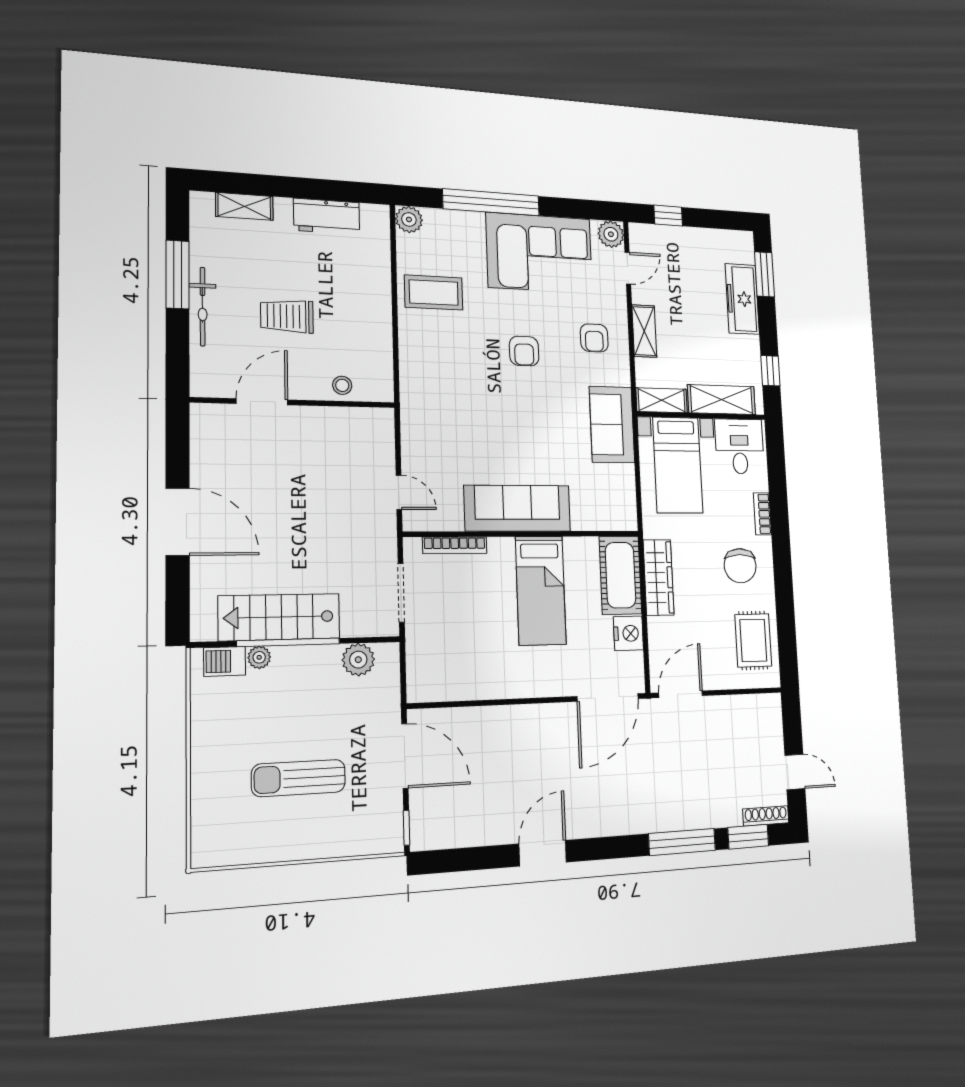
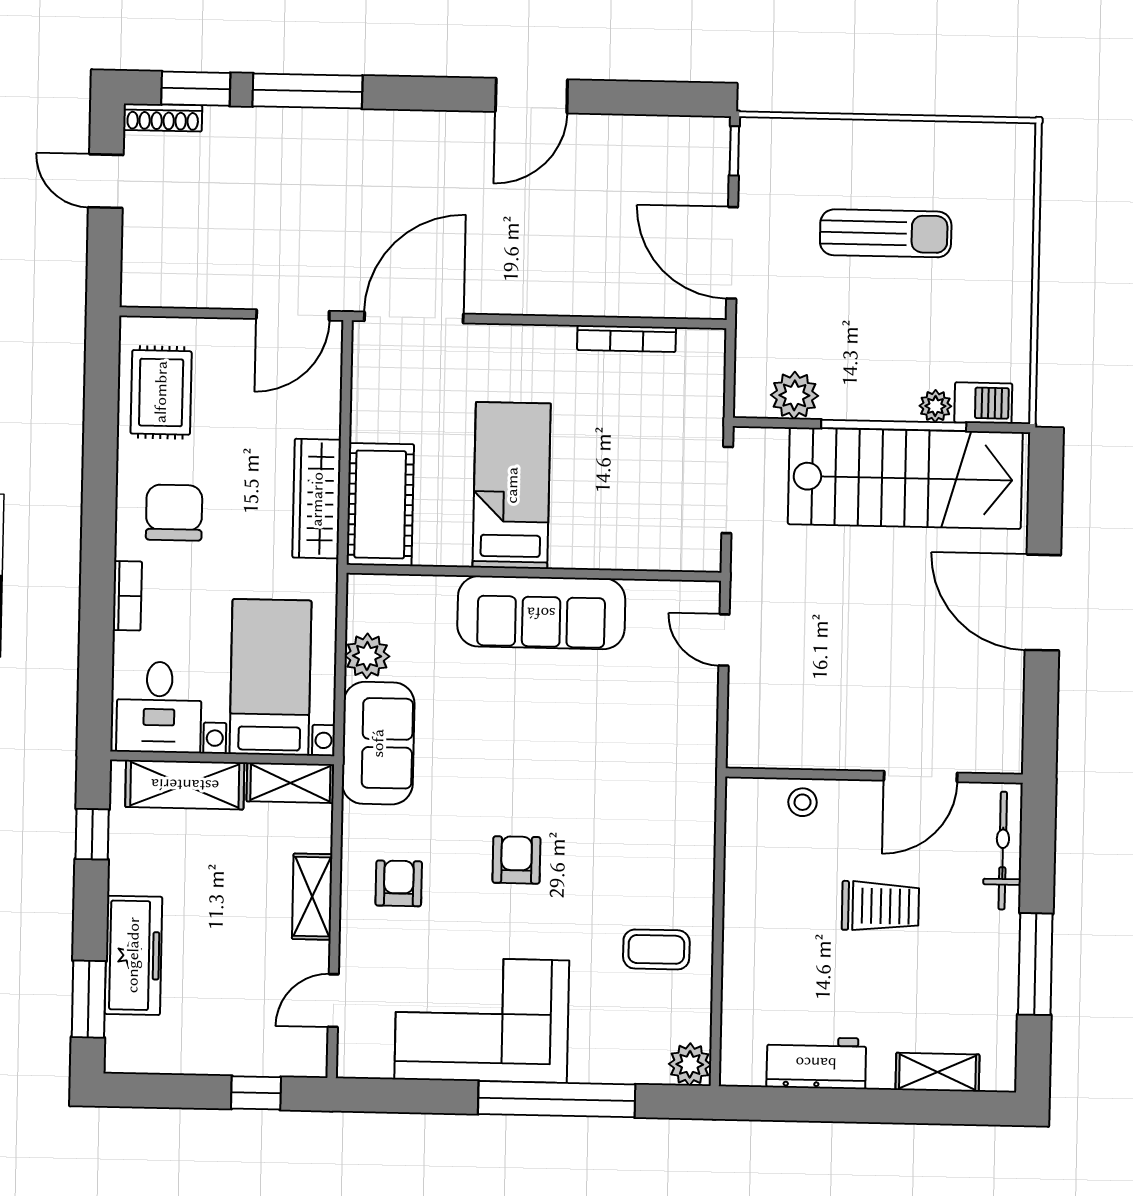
plant: (611, 234) -> (367, 656), moved
coffee table: (434, 293) -> (656, 949), width x0.73, depth x0.77
bicycle: (203, 307) -> (1003, 851), moved
bookcase: (455, 545) -> (627, 339), moved, turned 180
stairs: (279, 617) -> (905, 478), width x1.36, depth x1.51
nightstand: (628, 633) -> (373, 414), removed

